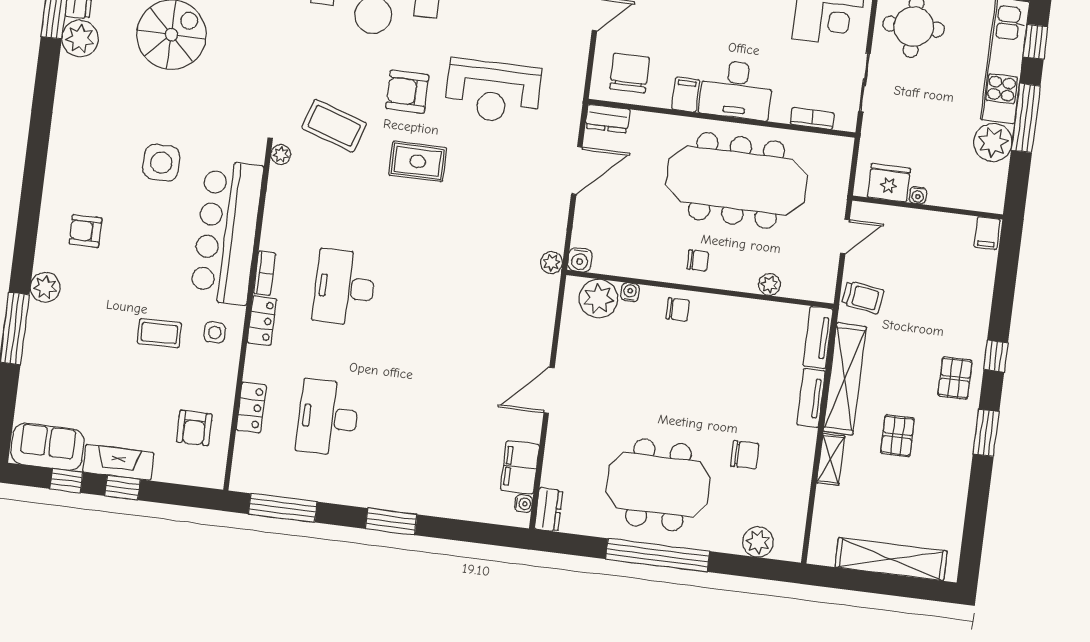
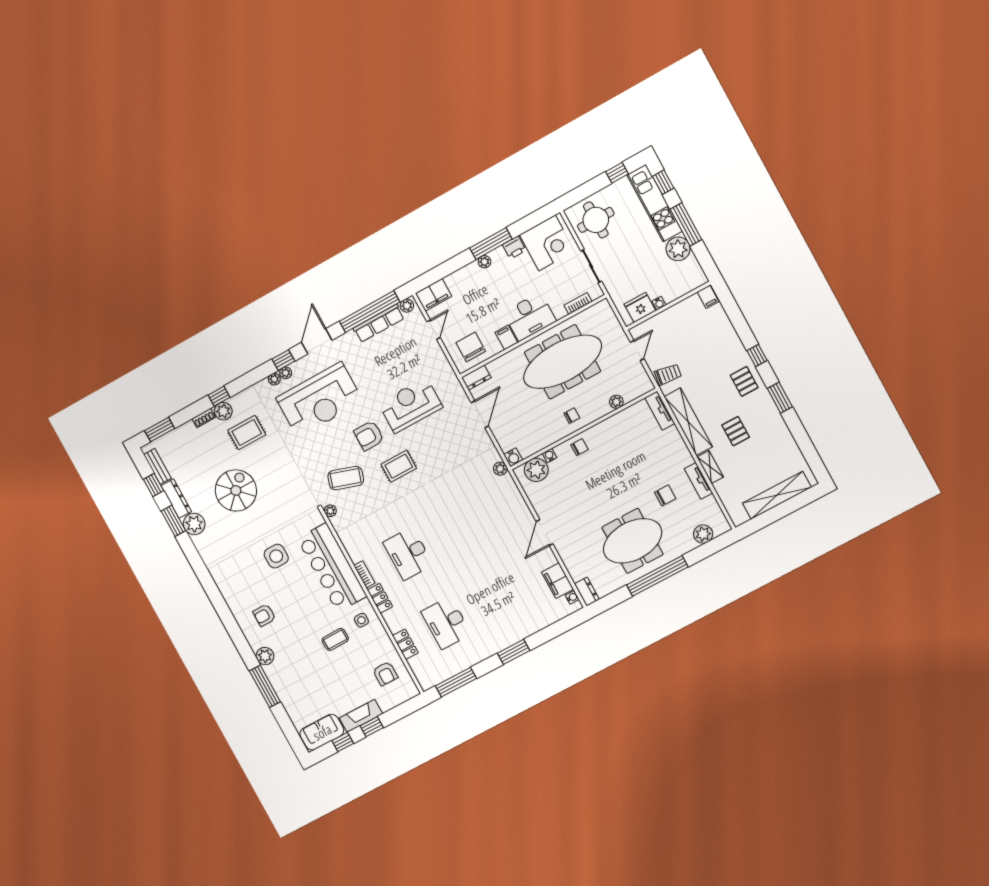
reception desk: (493, 92) -> (410, 405), turned 180
tv unit: (811, 398) -> (698, 481), moved

